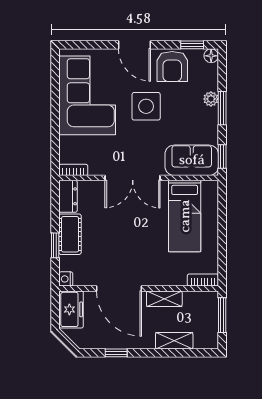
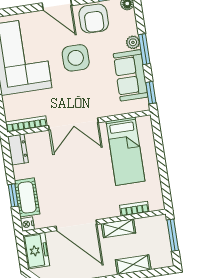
sofa: (192, 160) -> (131, 75), moved, turned -90
bookcase: (73, 170) -> (26, 124), width x1.56
cot: (70, 234) -> (27, 197), moved
bookcase: (203, 280) -> (134, 209), moved

